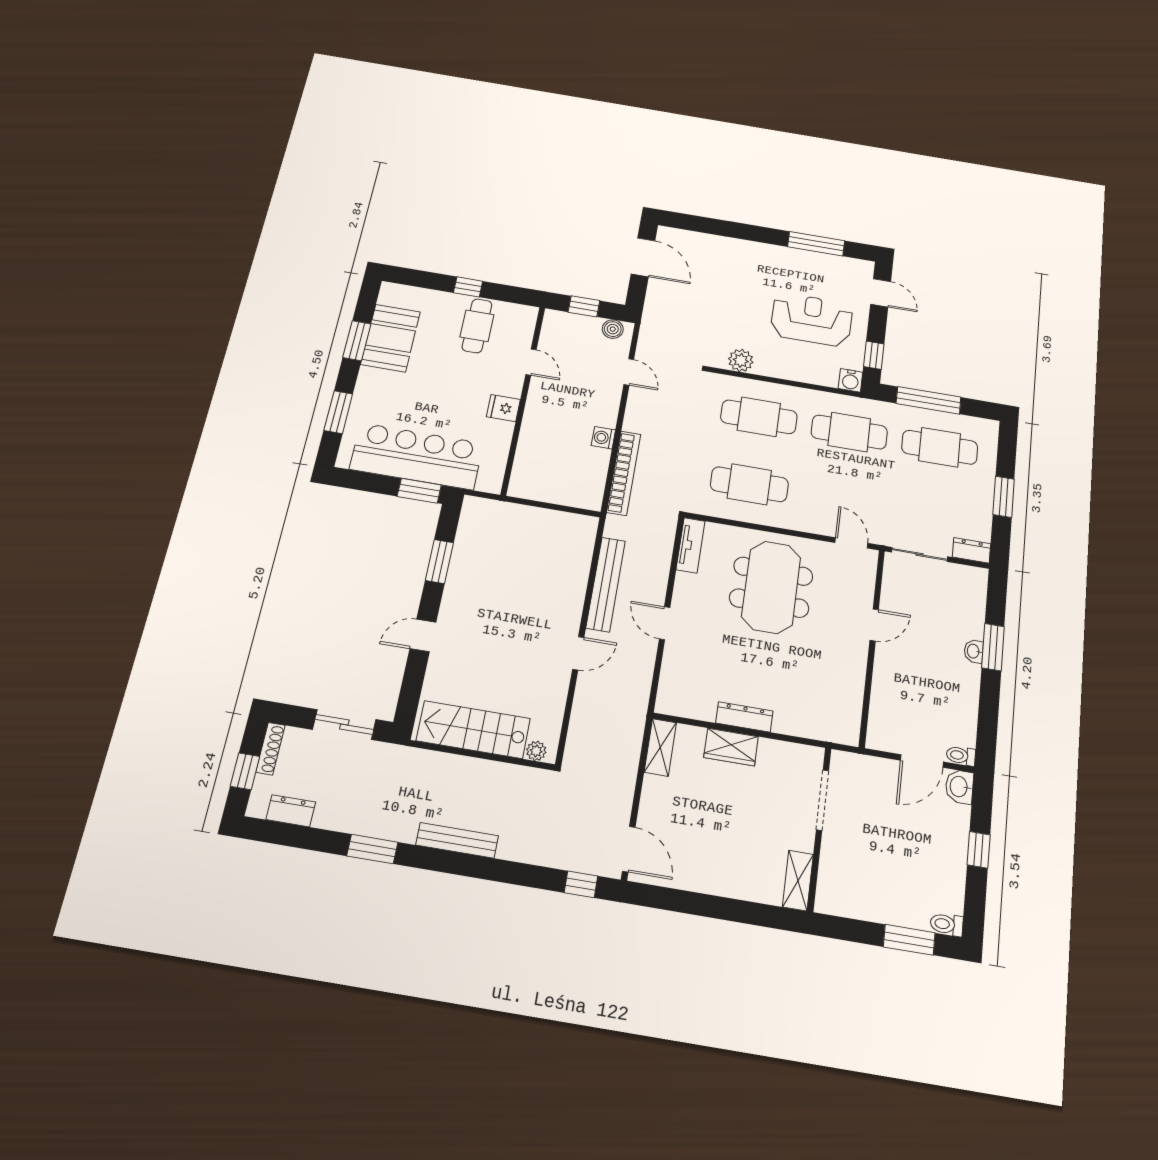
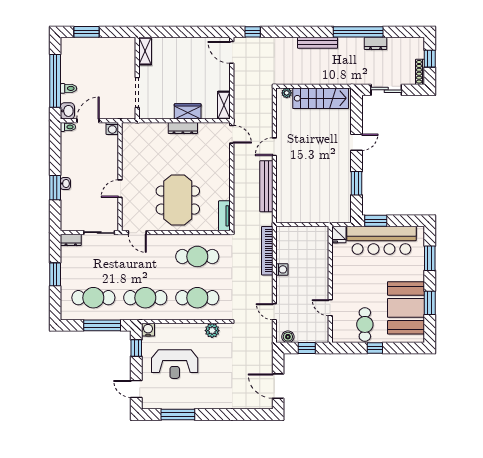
booth: (390, 338) -> (406, 308), width x1.36, depth x1.42
fridge: (503, 408) -> (339, 234), moved, turned 90
door: (665, 623) -> (232, 134), moved
washing machine: (877, 739) -> (112, 128), added
dresser: (291, 811) -> (376, 43), moved
window: (372, 849) -> (358, 32), width x2.11
window: (979, 850) -> (55, 81), width x3.17
toilet: (947, 924) -> (69, 88), moved

